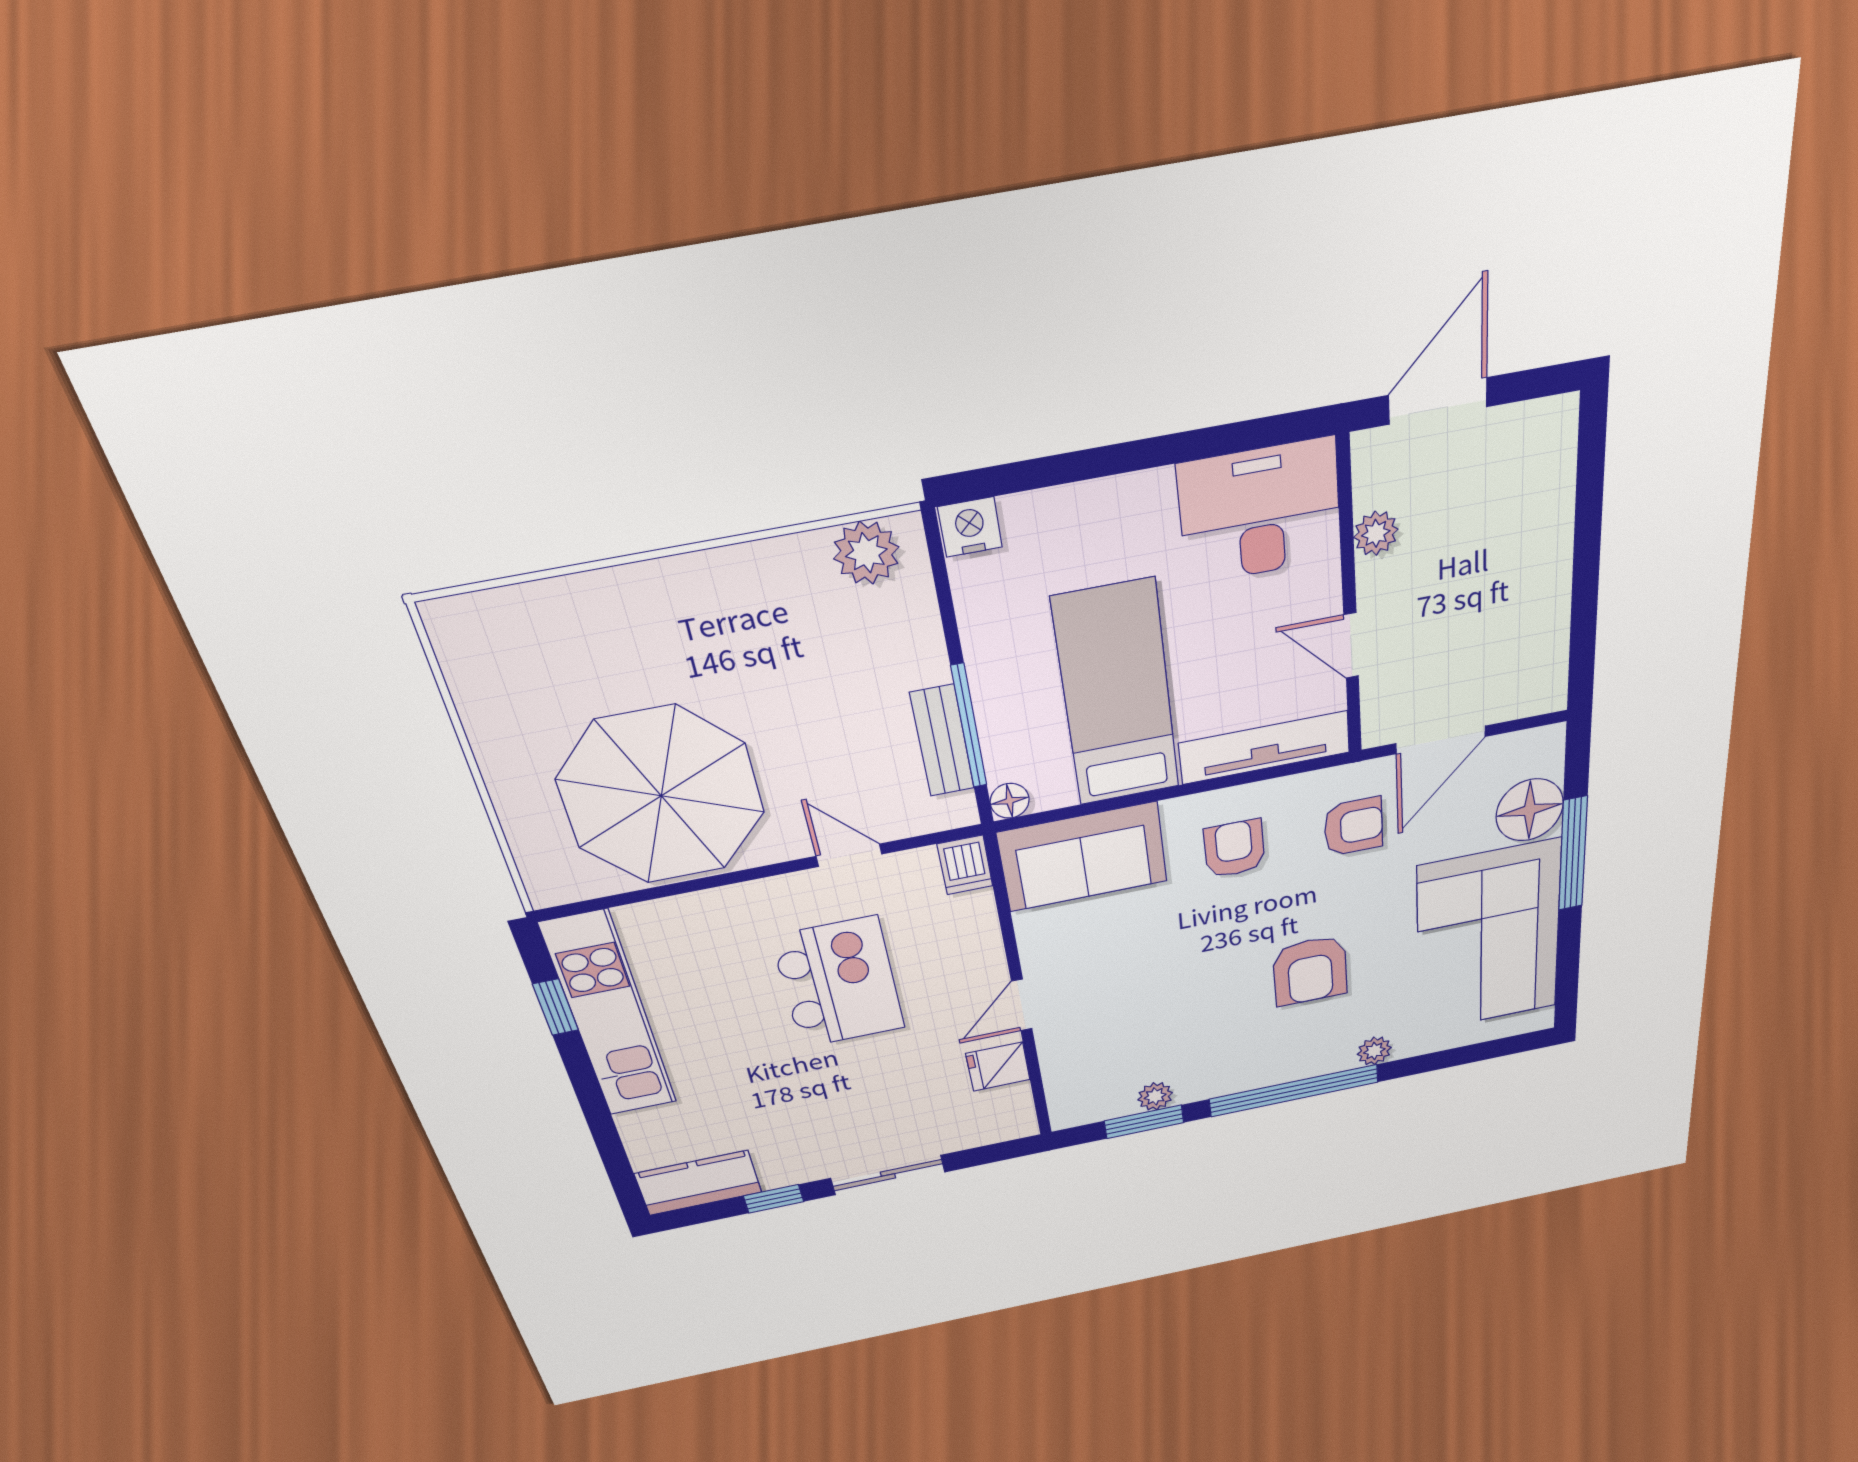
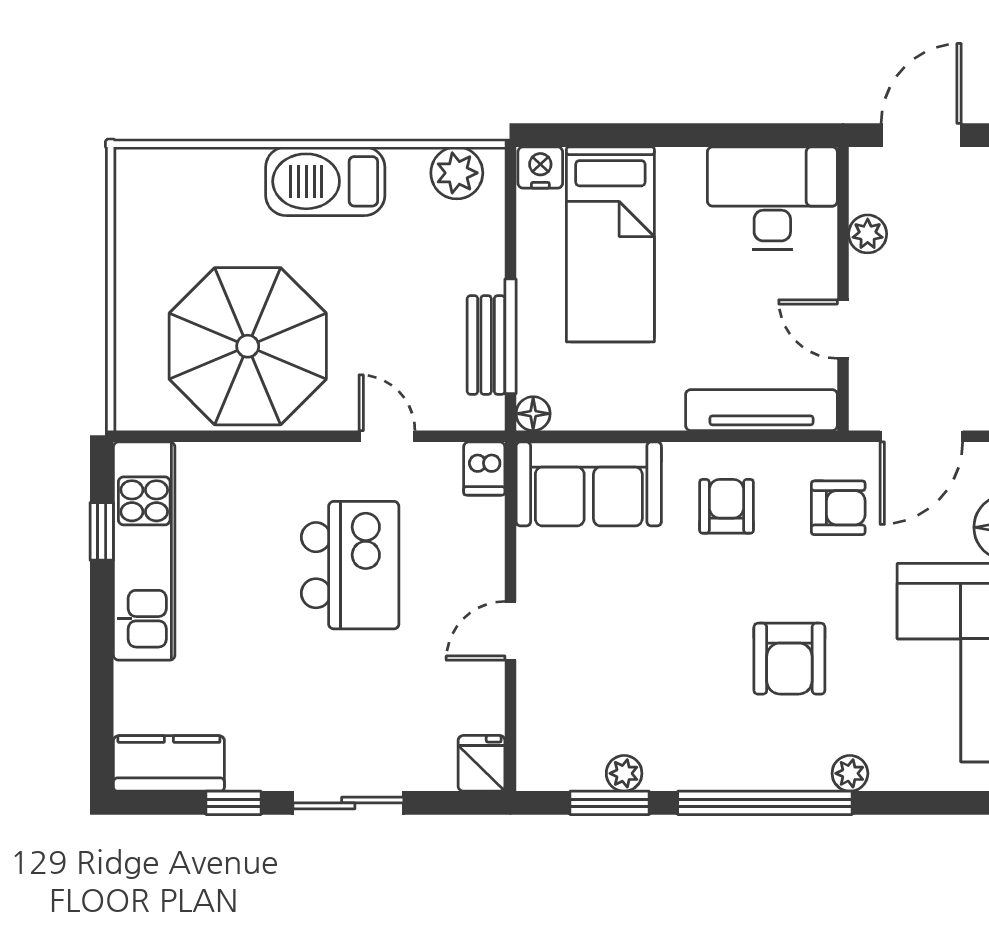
barbecue: (702, 593) -> (325, 181), added
bed: (1117, 695) -> (610, 244), moved, turned 180
fridge: (998, 1067) -> (482, 763), moved, turned 90

